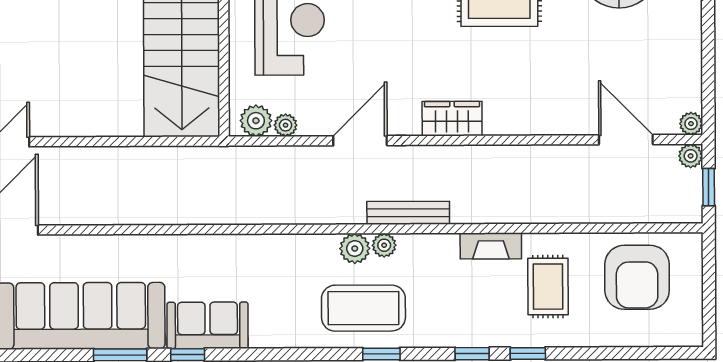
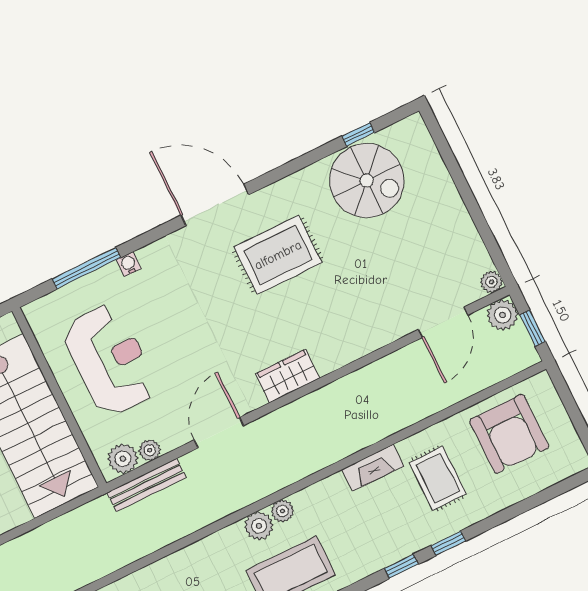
door: (626, 140) -> (443, 322), swing flipped
plant: (691, 156) -> (502, 315), width x1.38, depth x1.38
bench: (408, 213) -> (146, 485), moved

